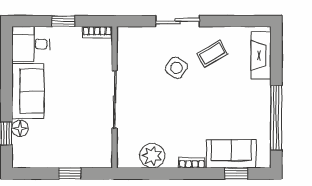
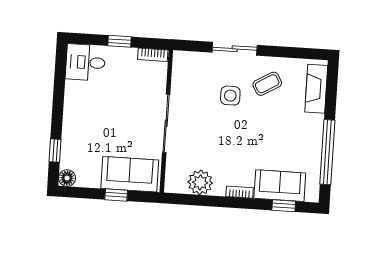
side table: (176, 68) -> (230, 96), turned -36
sofa: (28, 91) -> (130, 174), moved, turned -90
floor lamp: (20, 128) -> (67, 178), moved

